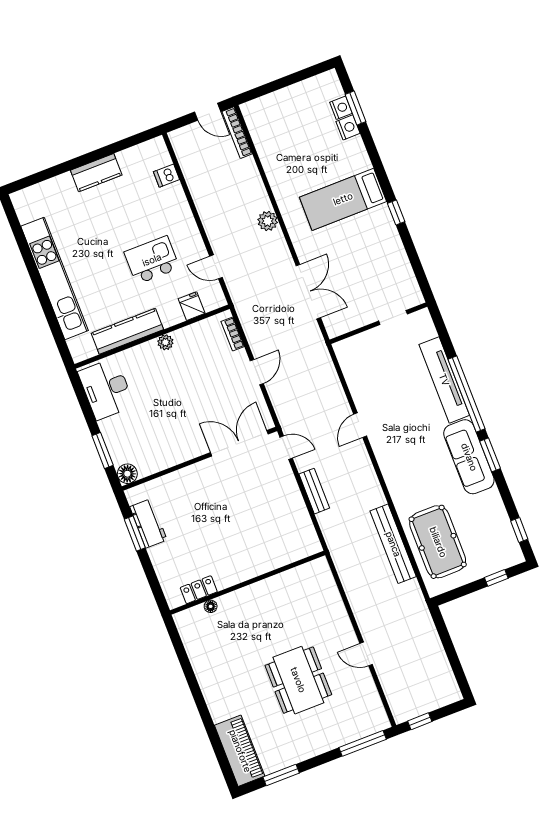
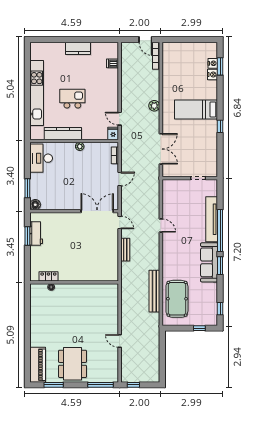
kitchen island: (152, 260) -> (72, 99), moved
fridge: (192, 306) -> (113, 133), moved
door: (360, 425) -> (161, 226), swing flipped
dining table: (298, 680) -> (72, 364), moved

